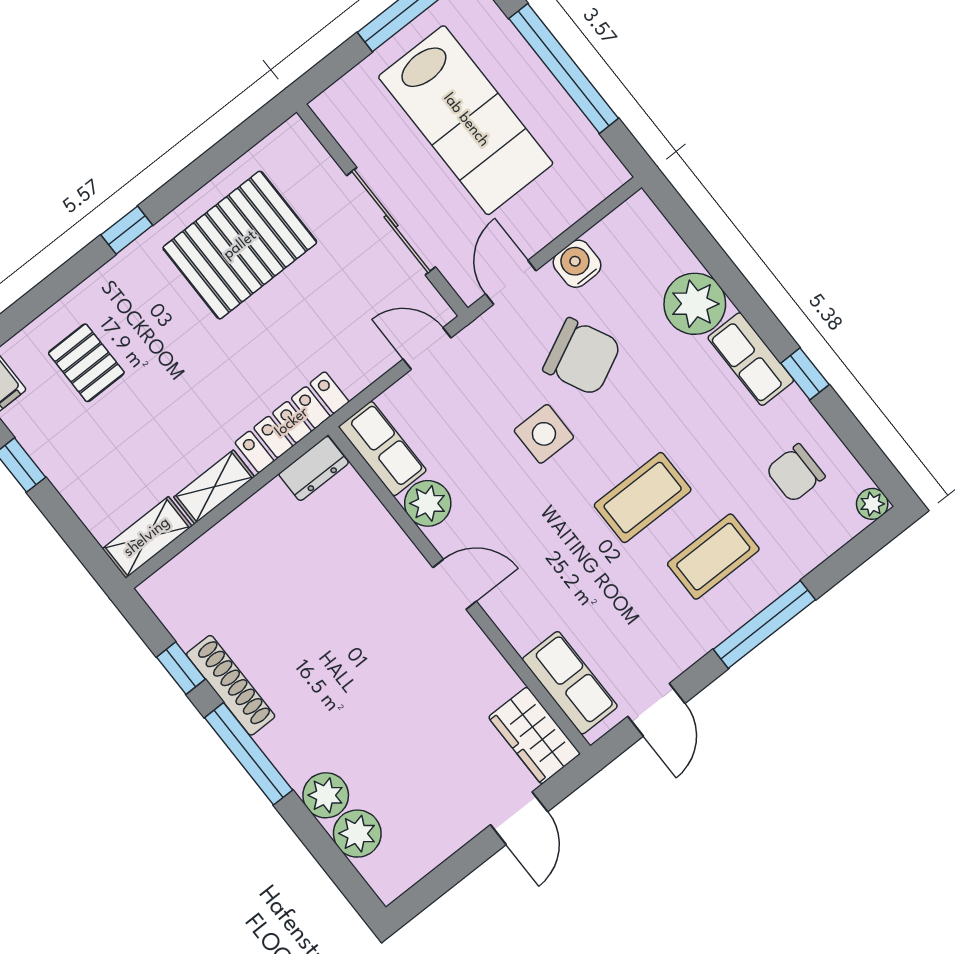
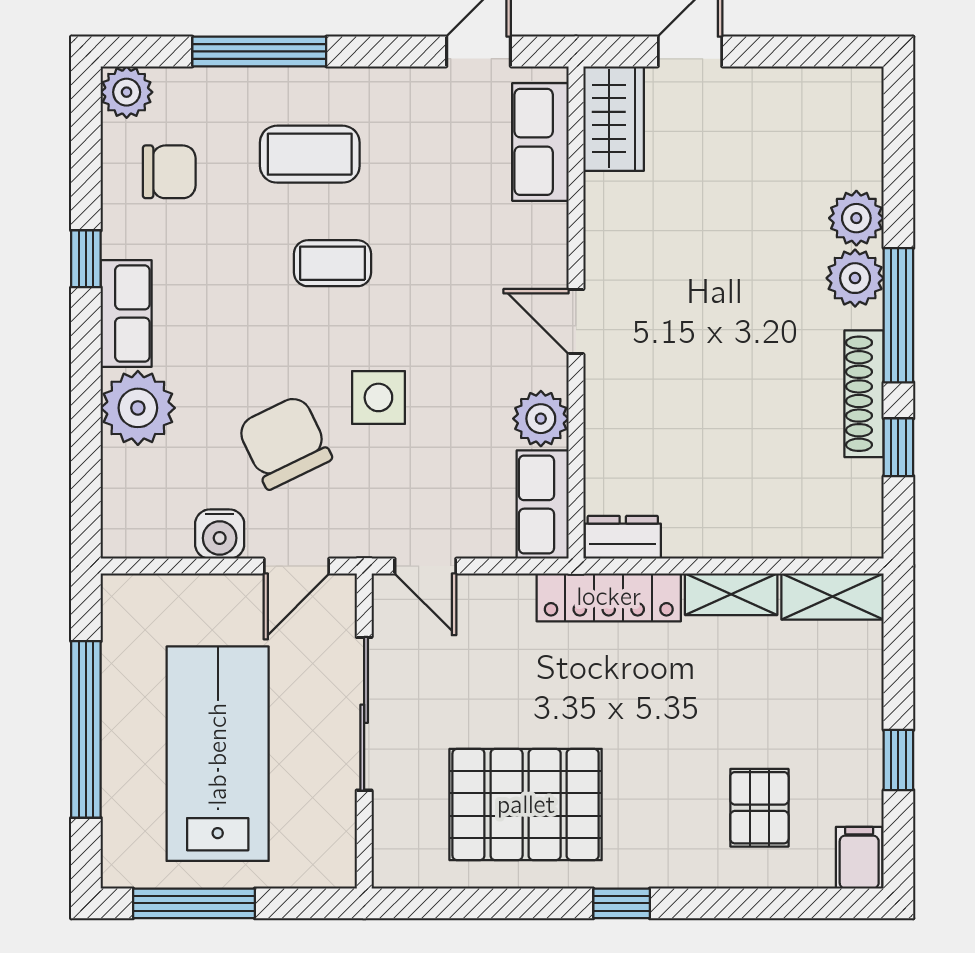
coffee table: (643, 498) -> (333, 263), width x0.73, depth x0.77
plant: (872, 504) -> (127, 92), width x1.38, depth x1.38
window: (764, 625) -> (259, 51), moved
plant: (357, 834) -> (855, 278), moved

